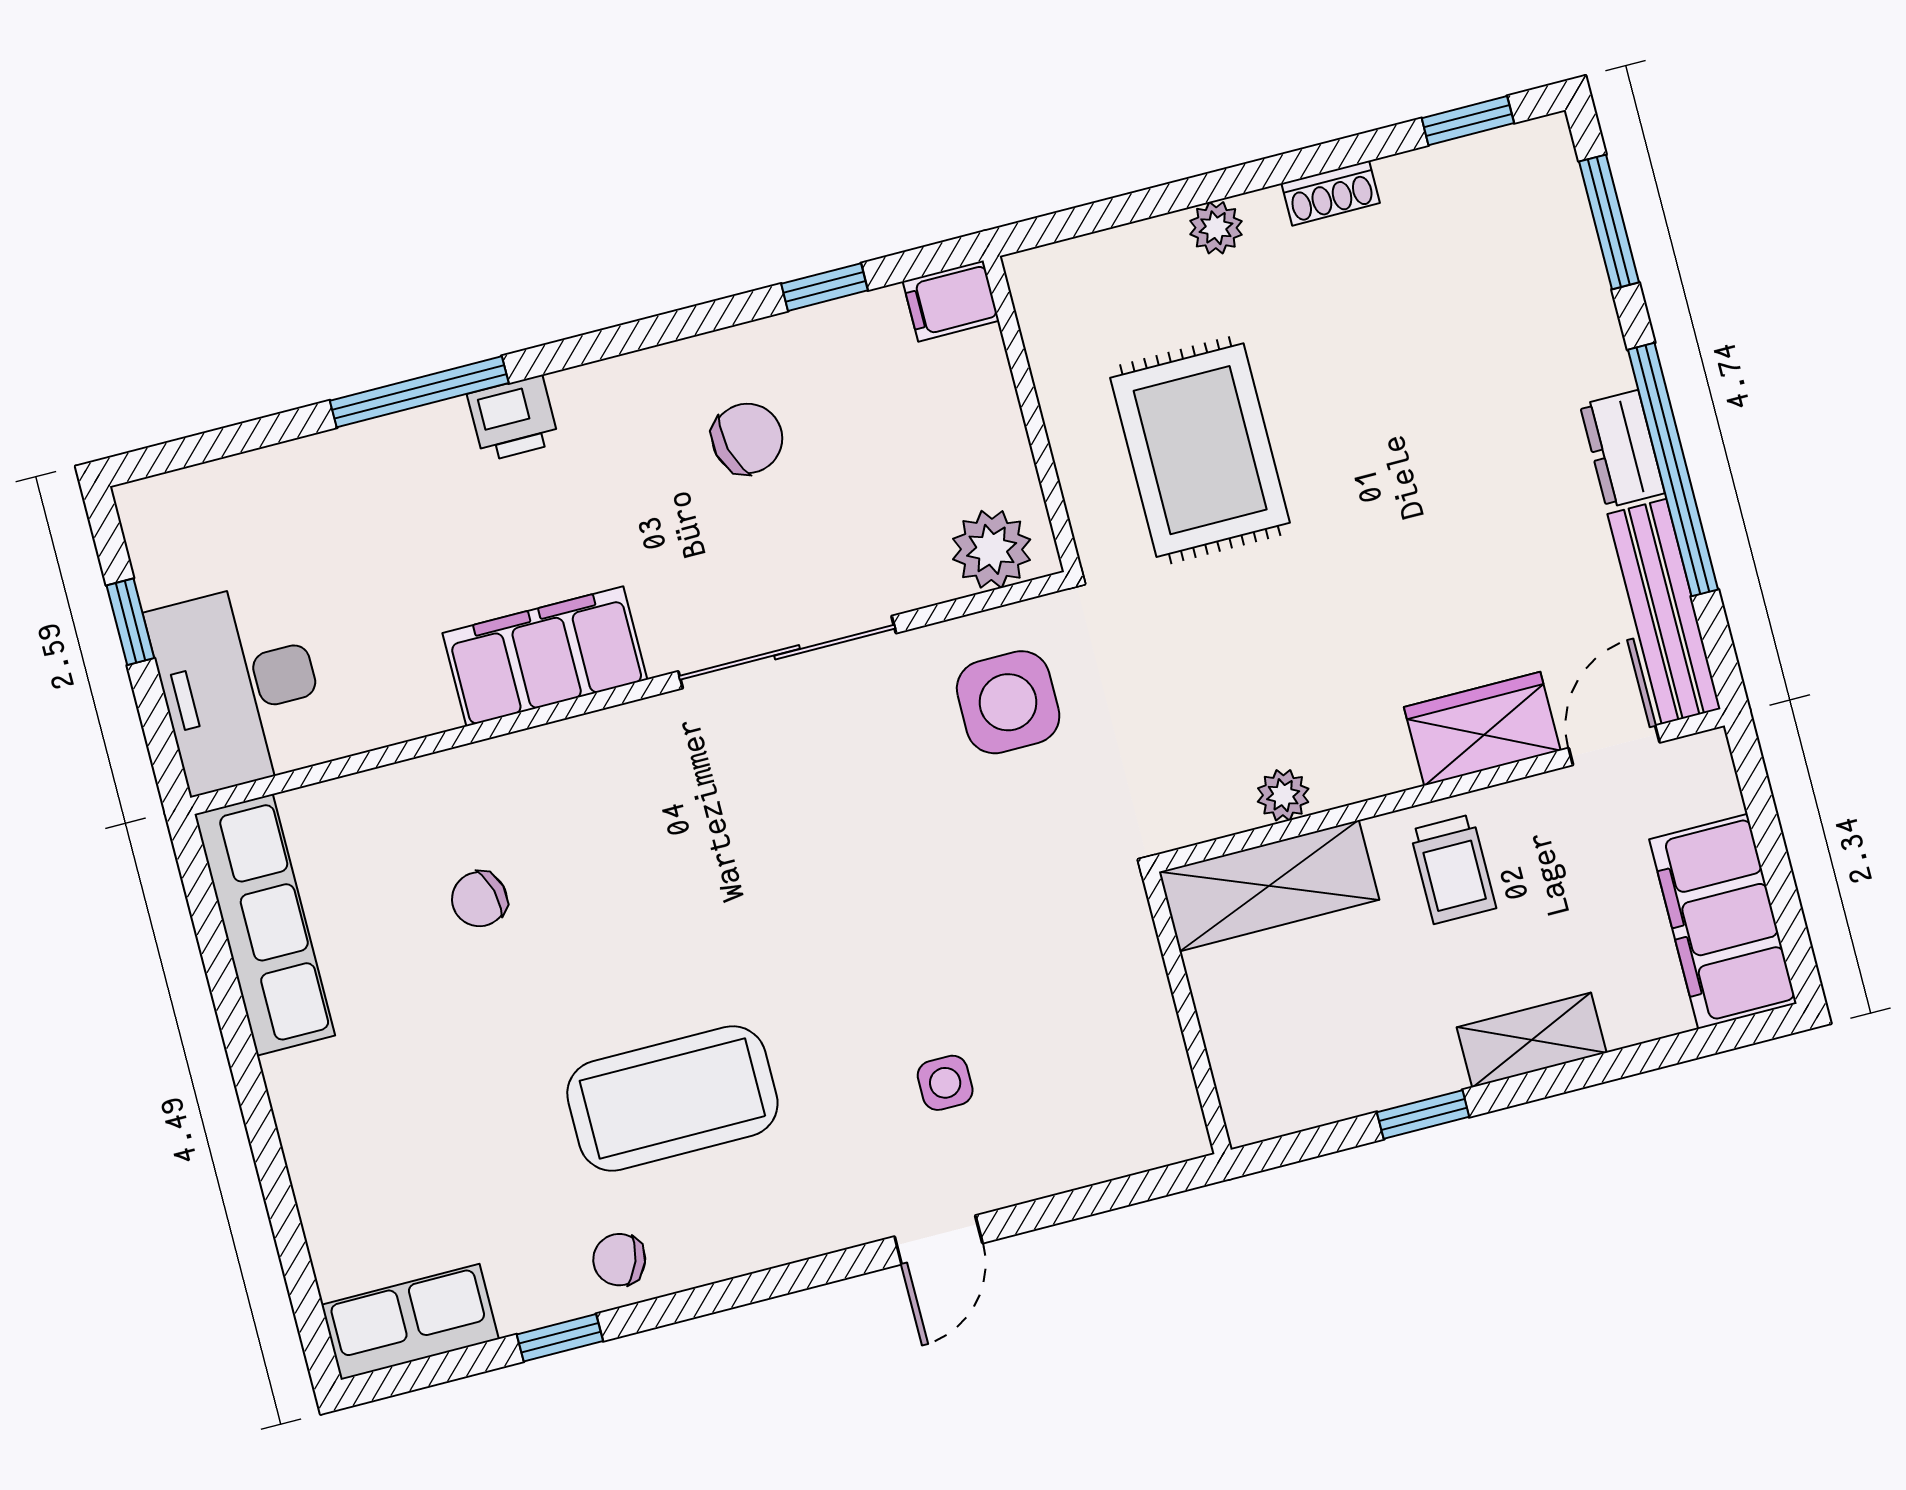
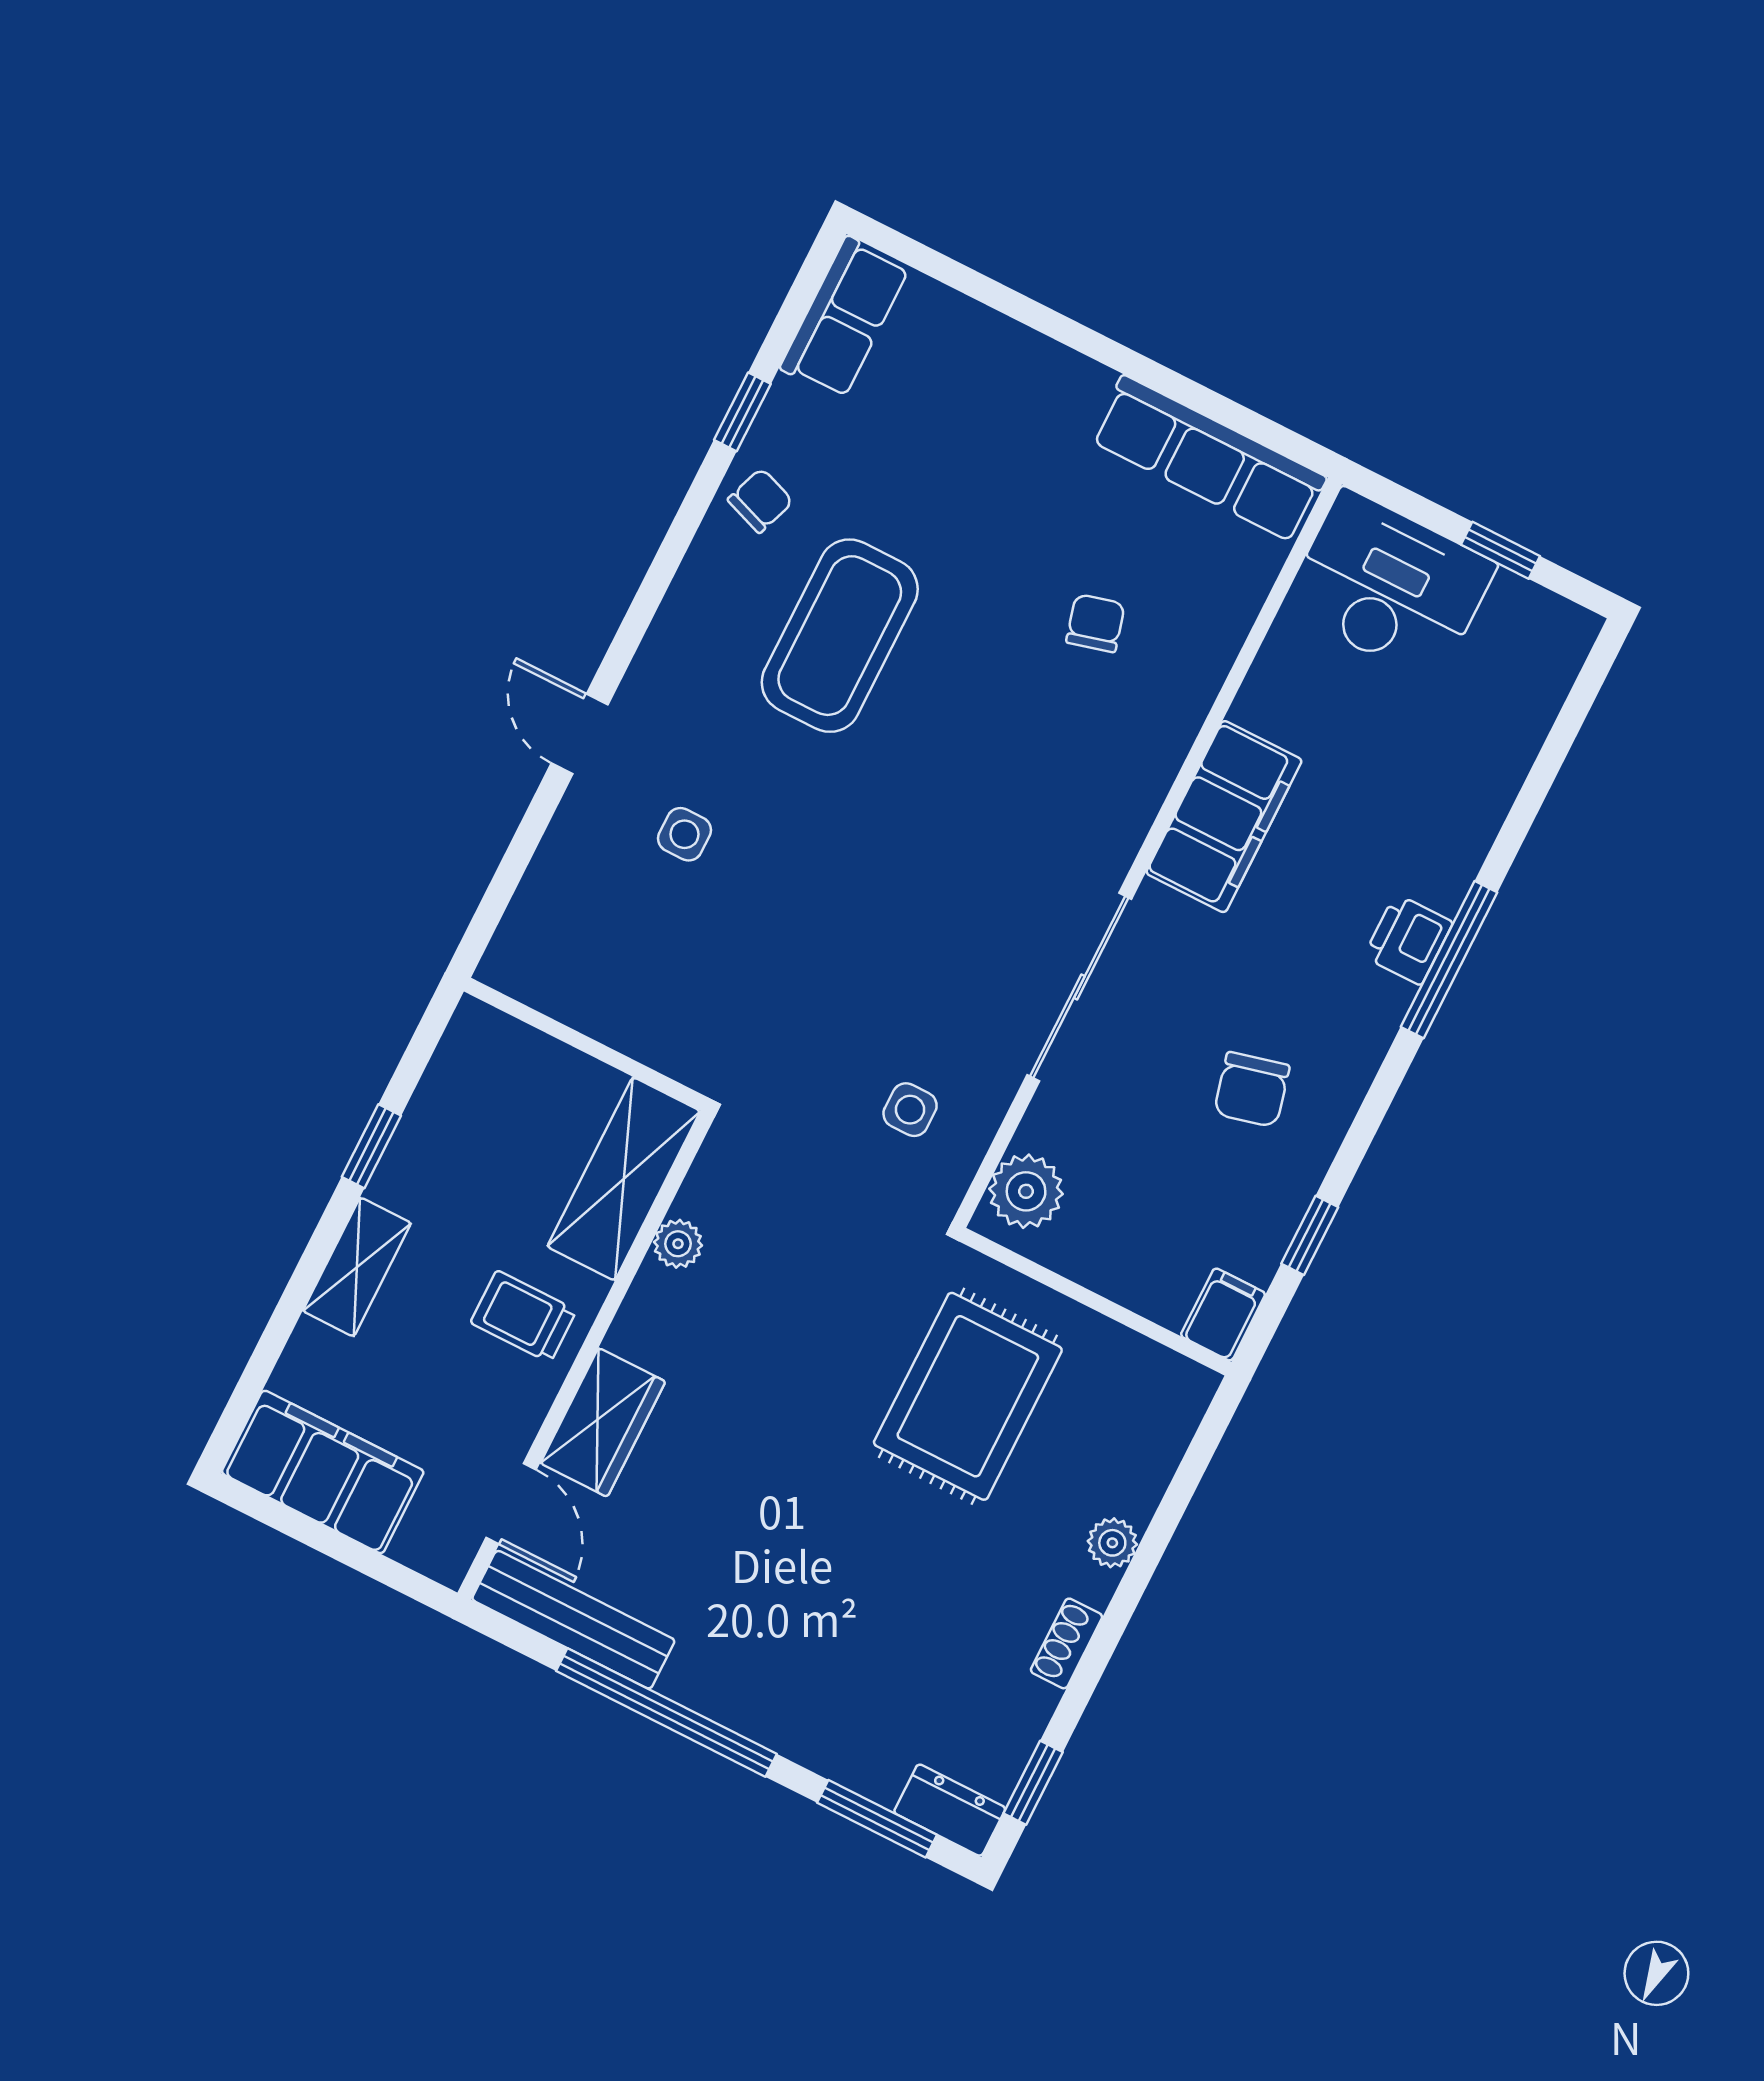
window: (419, 392) -> (1449, 960), moved
dresser: (1622, 449) -> (950, 1810), moved
rug: (1200, 450) -> (968, 1396), turned 90
side table: (1008, 702) -> (910, 1110), width x0.54, depth x0.54

